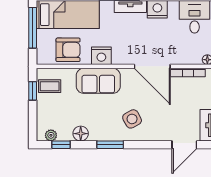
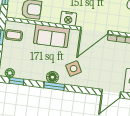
nightstand: (101, 56) -> (68, 19), moved
door: (152, 66) -> (94, 30), hinge flipped
floor lamp: (81, 134) -> (52, 77), moved

